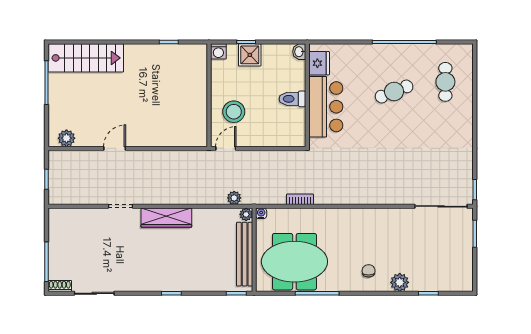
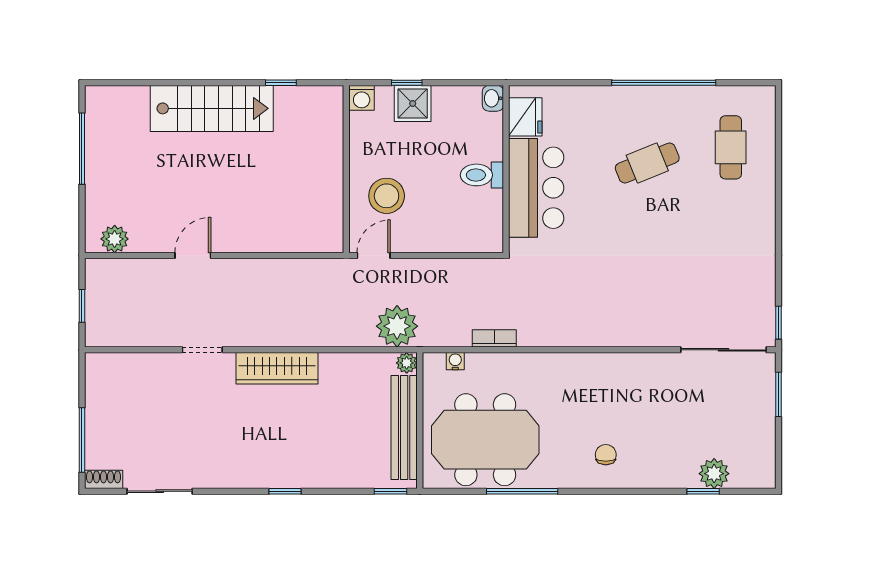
stairs: (86, 58) -> (212, 108), moved
plant: (234, 198) -> (397, 326), width x1.88, depth x1.88
water cooler: (261, 213) -> (455, 361), moved
plant: (400, 282) -> (714, 474), moved

